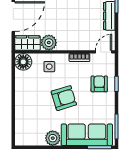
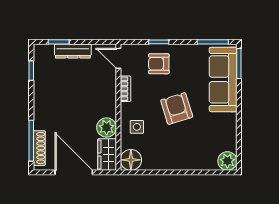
plant: (53, 138) -> (227, 161), moved

